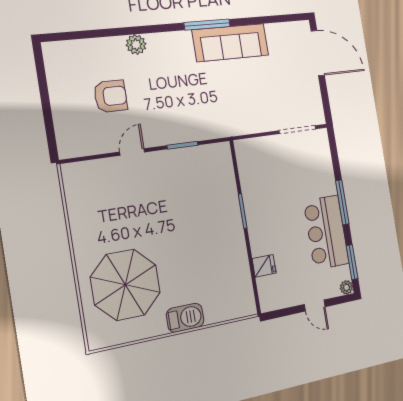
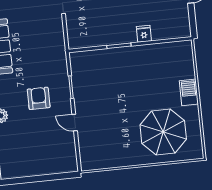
armchair: (111, 96) -> (39, 98), moved
fridge: (264, 266) -> (144, 34), moved

